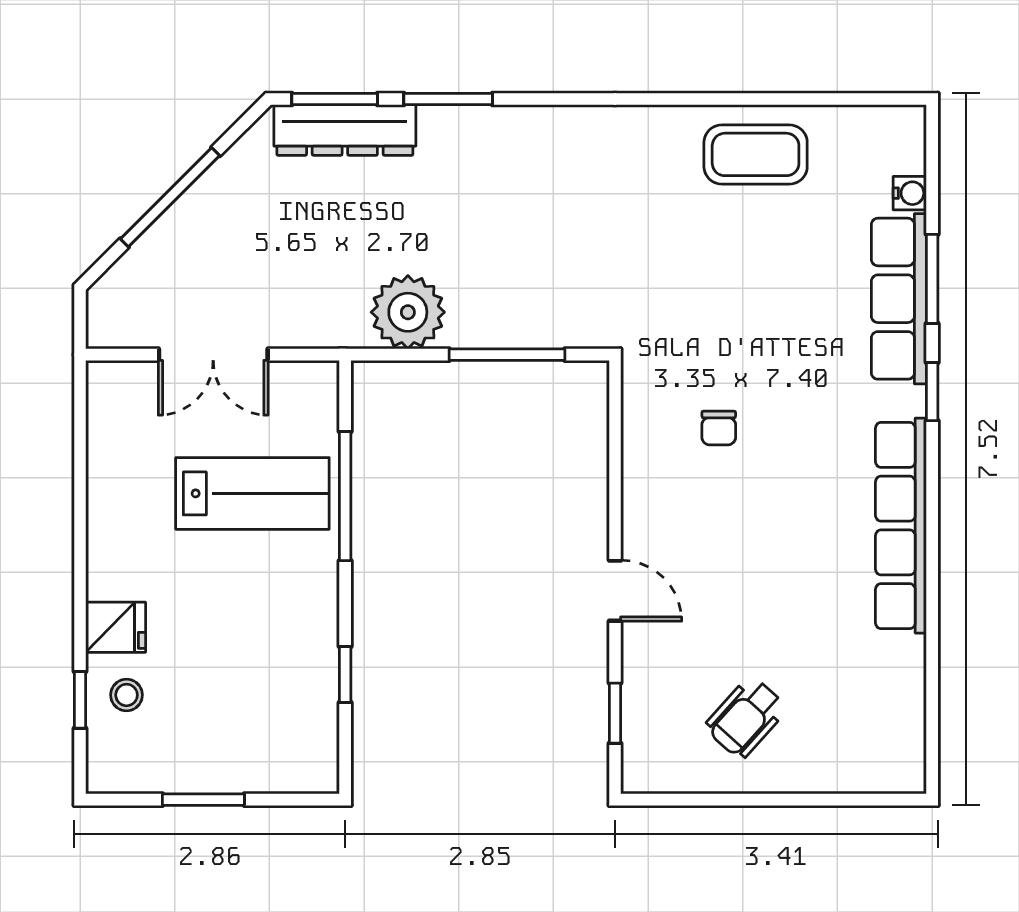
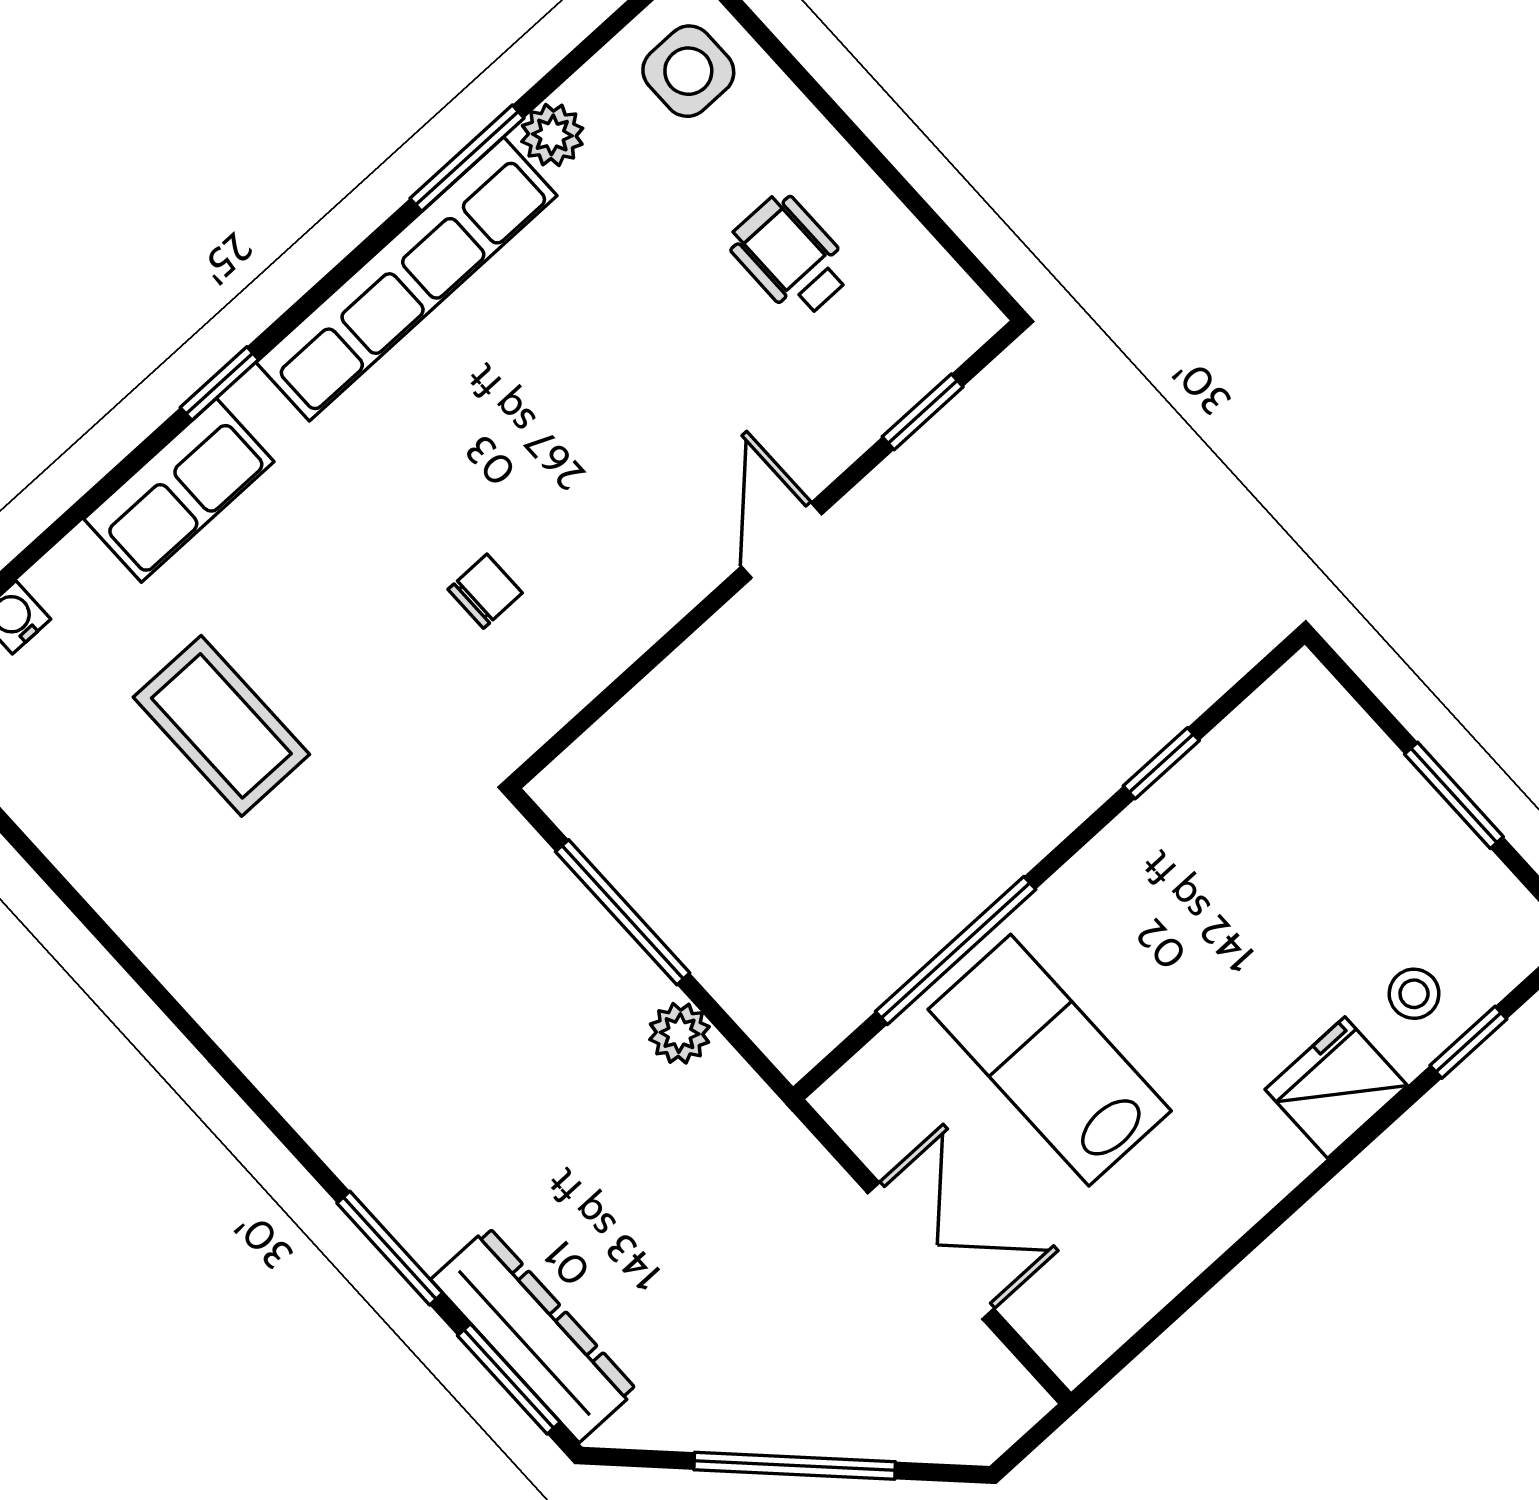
coffee table: (756, 154) -> (221, 726), moved
window: (932, 279) -> (467, 158), moved
row of seats: (899, 299) -> (179, 490), width x0.68
plant: (408, 312) -> (680, 1033), width x0.53, depth x0.53
fridge: (116, 627) -> (1336, 1088), width x1.38
plant: (906, 657) -> (552, 135), added
wheelchair: (746, 718) -> (791, 256), turned -132
side table: (878, 749) -> (688, 71), added

